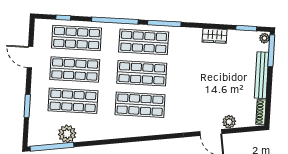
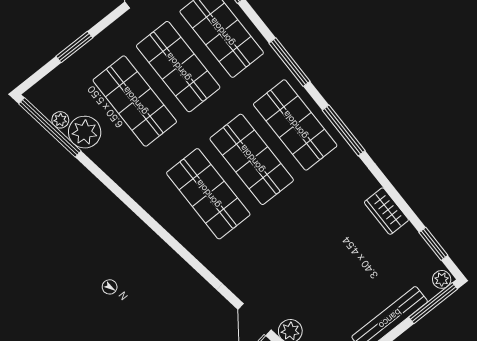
window: (115, 21) -> (290, 62), width x0.68
plant: (53, 140) -> (60, 120), added

